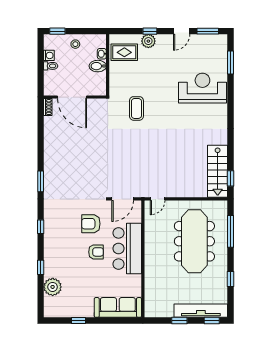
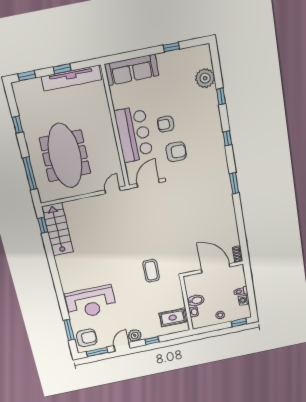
plant: (148, 41) -> (135, 335), moved
armchair: (215, 50) -> (87, 338), added
tv unit: (201, 311) -> (71, 78), moved

